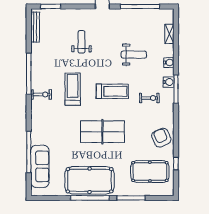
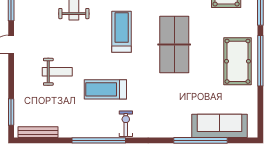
weight bench: (81, 42) -> (57, 72), turned 180
treadmill: (73, 89) -> (105, 89), moved
pool table: (90, 180) -> (237, 61), width x0.73, depth x0.76

